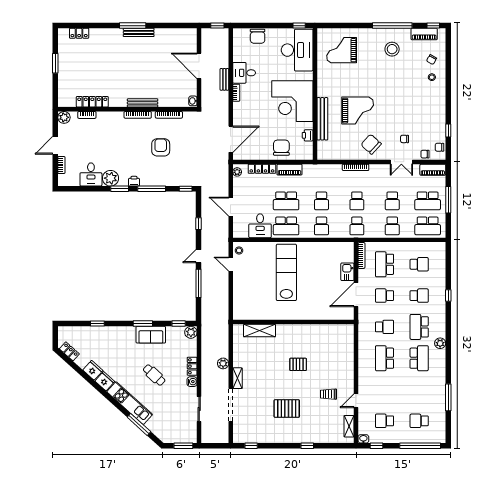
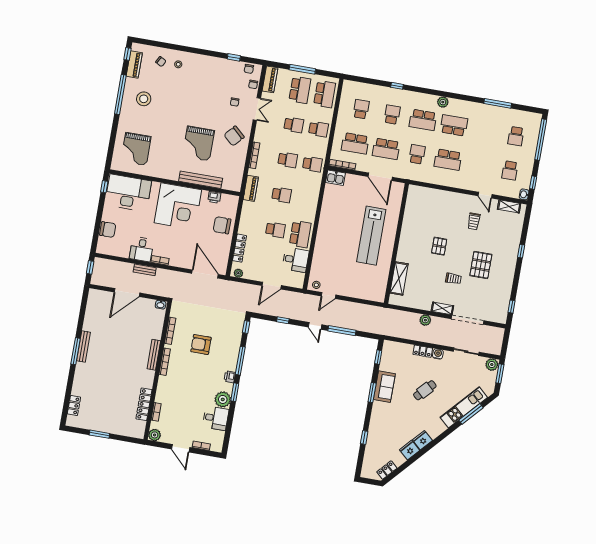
grand piano: (358, 111) -> (198, 143), turned 180
piano: (289, 170) -> (251, 188), moved
school desk: (286, 201) -> (275, 230), width x0.54
school desk: (321, 226) -> (306, 199), removed
lab bench: (286, 272) -> (371, 236), moved, turned -90
kitchen sink: (347, 272) -> (335, 178), moved
school desk: (384, 296) -> (386, 149), width x1.85
plant: (191, 332) -> (492, 365), moved
trolley: (269, 384) -> (453, 279), added
kitchen unit: (130, 403) -> (464, 407), moved

